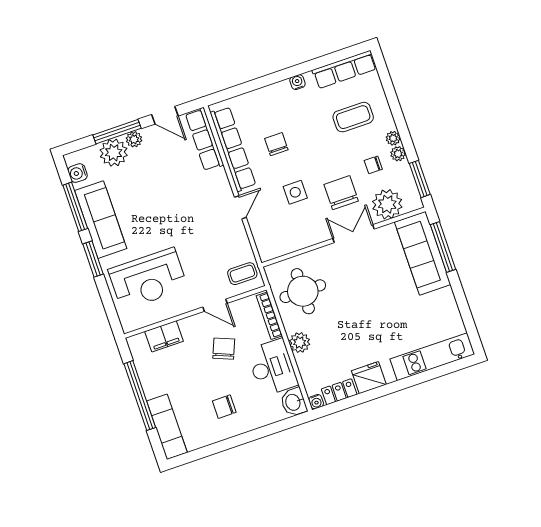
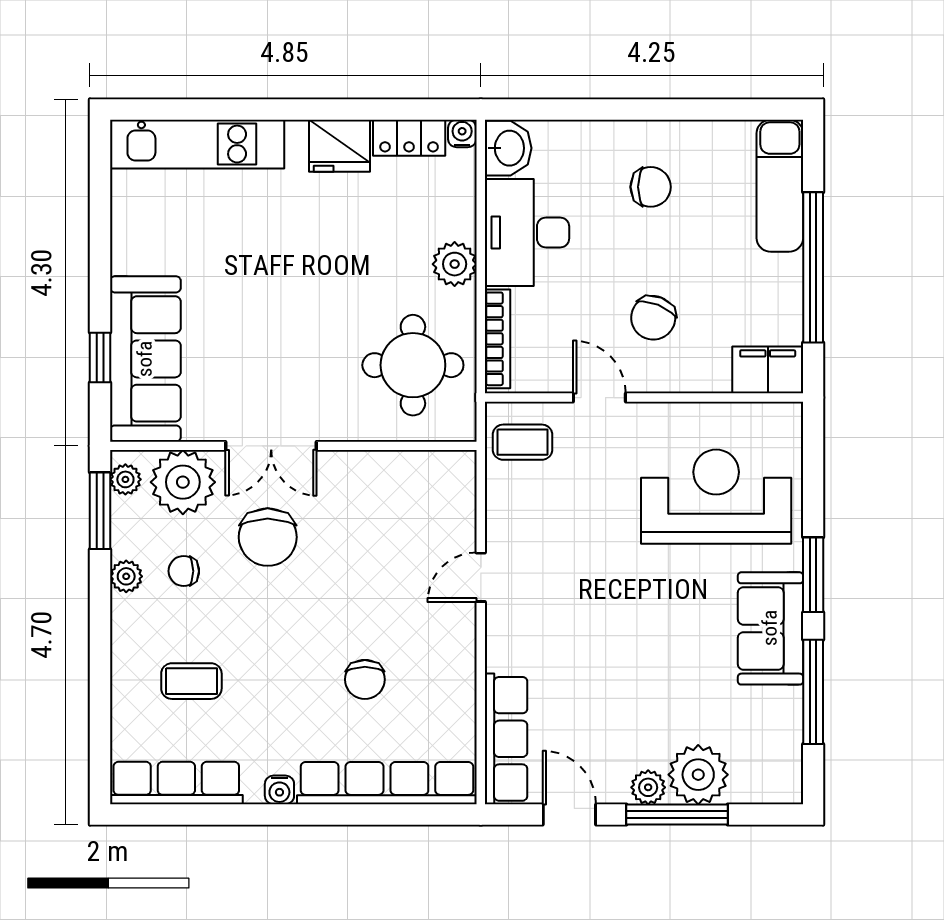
coffee table: (353, 117) -> (191, 681), width x0.73, depth x0.77
plant: (393, 138) -> (125, 479), moved
row of seats: (233, 149) -> (387, 783), moved, turned 90
chair: (373, 165) -> (184, 571), turned 180
water cooler: (78, 173) -> (785, 758), removed
side table: (295, 192) -> (360, 570), removed
sofa: (101, 220) -> (770, 628), width x0.73
window: (443, 247) -> (100, 358), width x0.46
filing cabinet: (164, 336) -> (768, 370), moved
chair: (224, 349) -> (653, 318), moved

